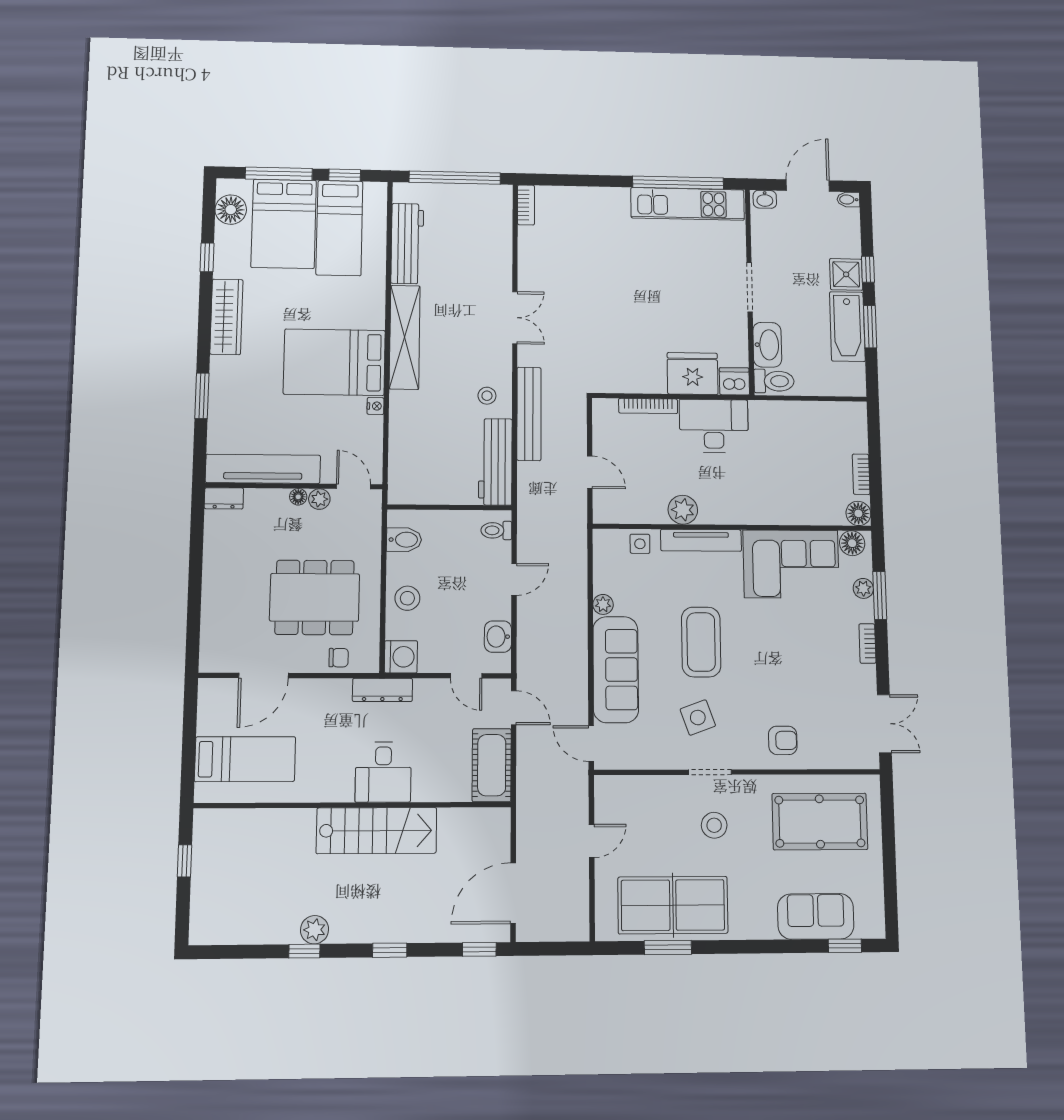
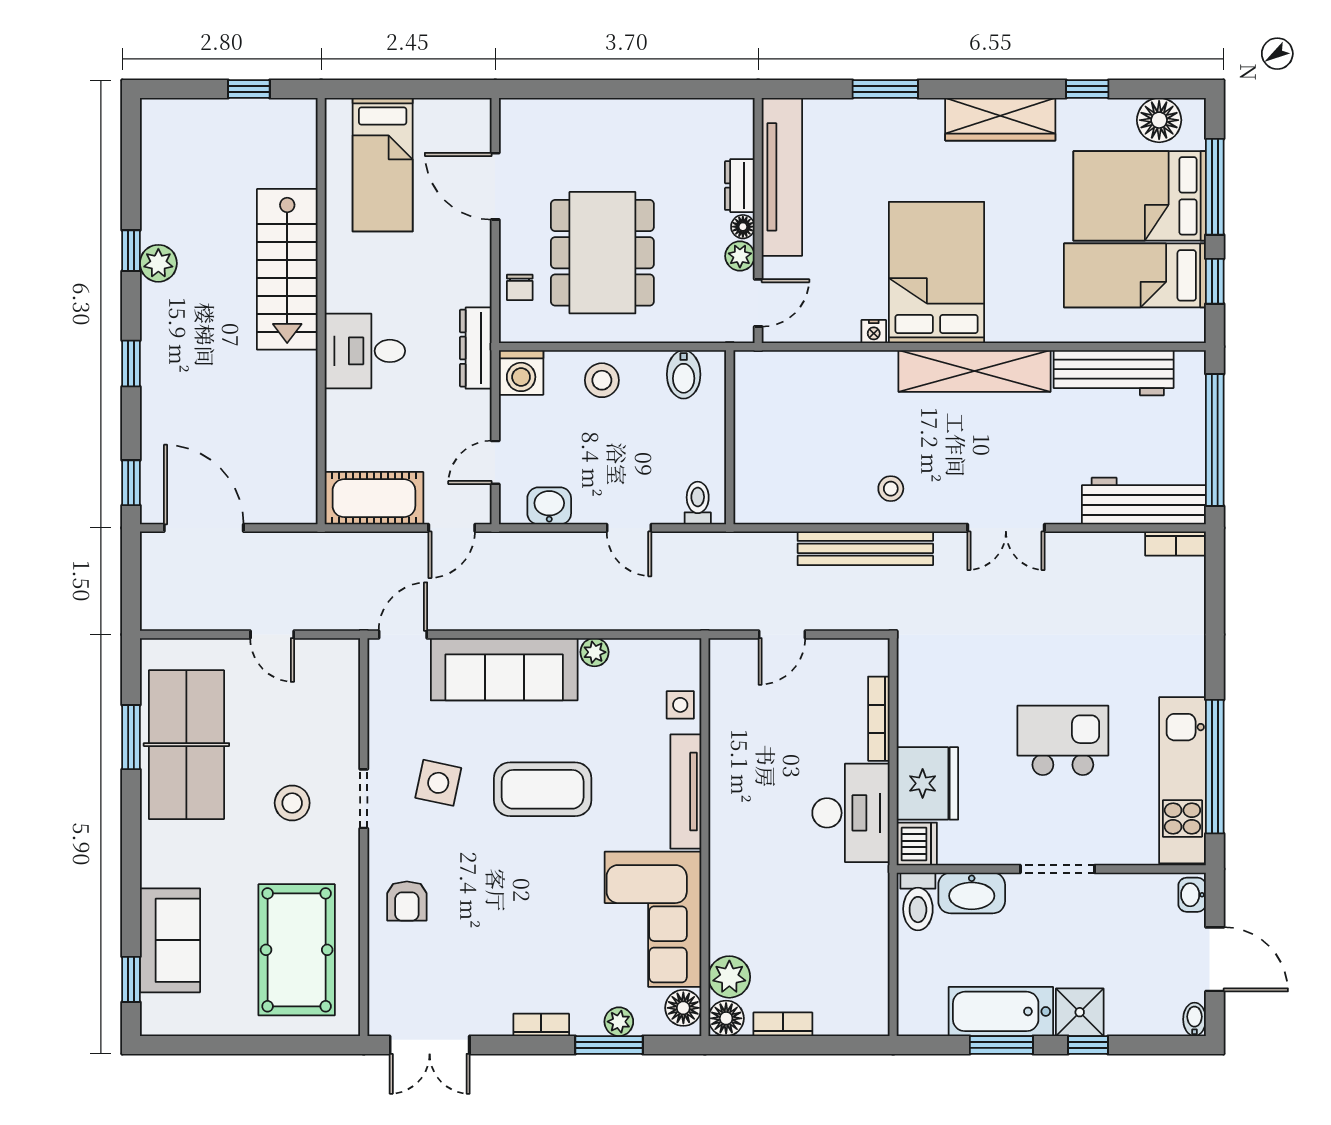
kitchen island: (662, 282) -> (1063, 740), added
workbench: (495, 462) -> (1144, 501), moved
dresser: (224, 498) -> (740, 186), moved
plant: (683, 510) -> (729, 977), moved
side table: (698, 718) -> (438, 783), turned 32
stairs: (377, 831) -> (287, 269), moved

